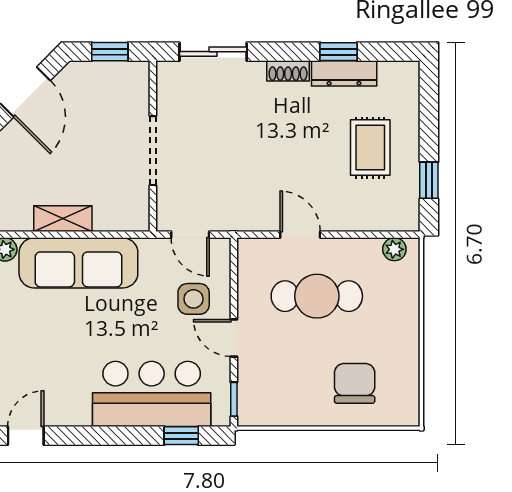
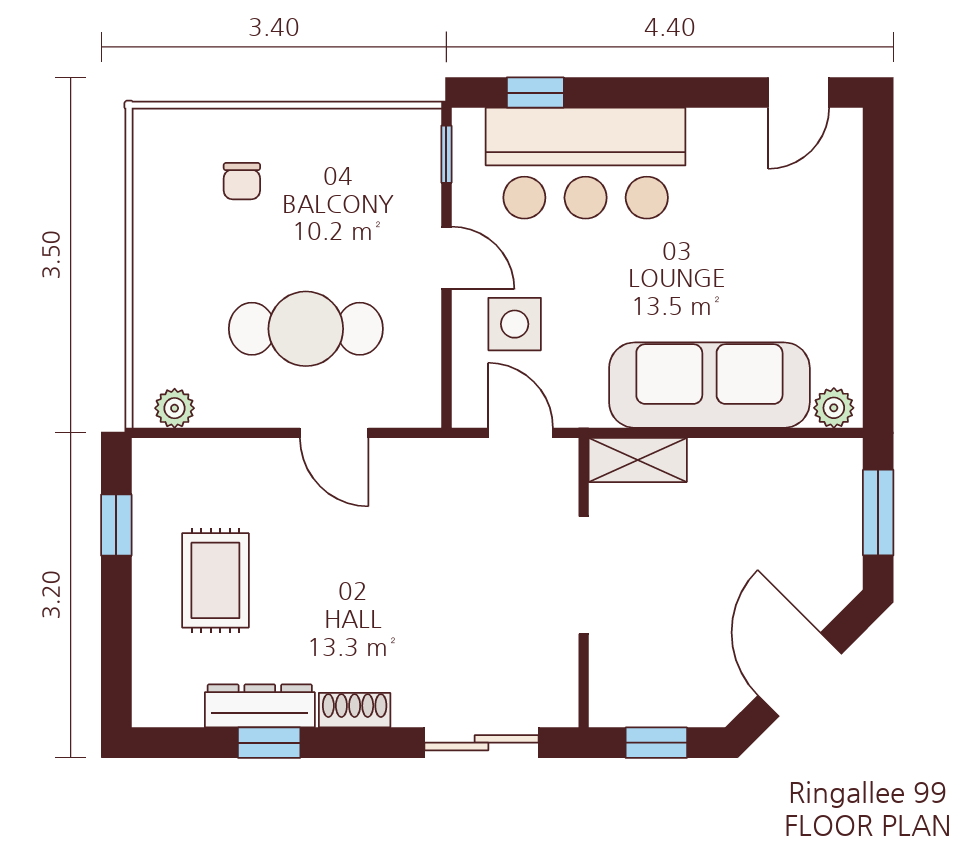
shelving: (63, 219) -> (638, 460), moved
chair: (355, 383) -> (242, 181), width x0.54, depth x0.54

